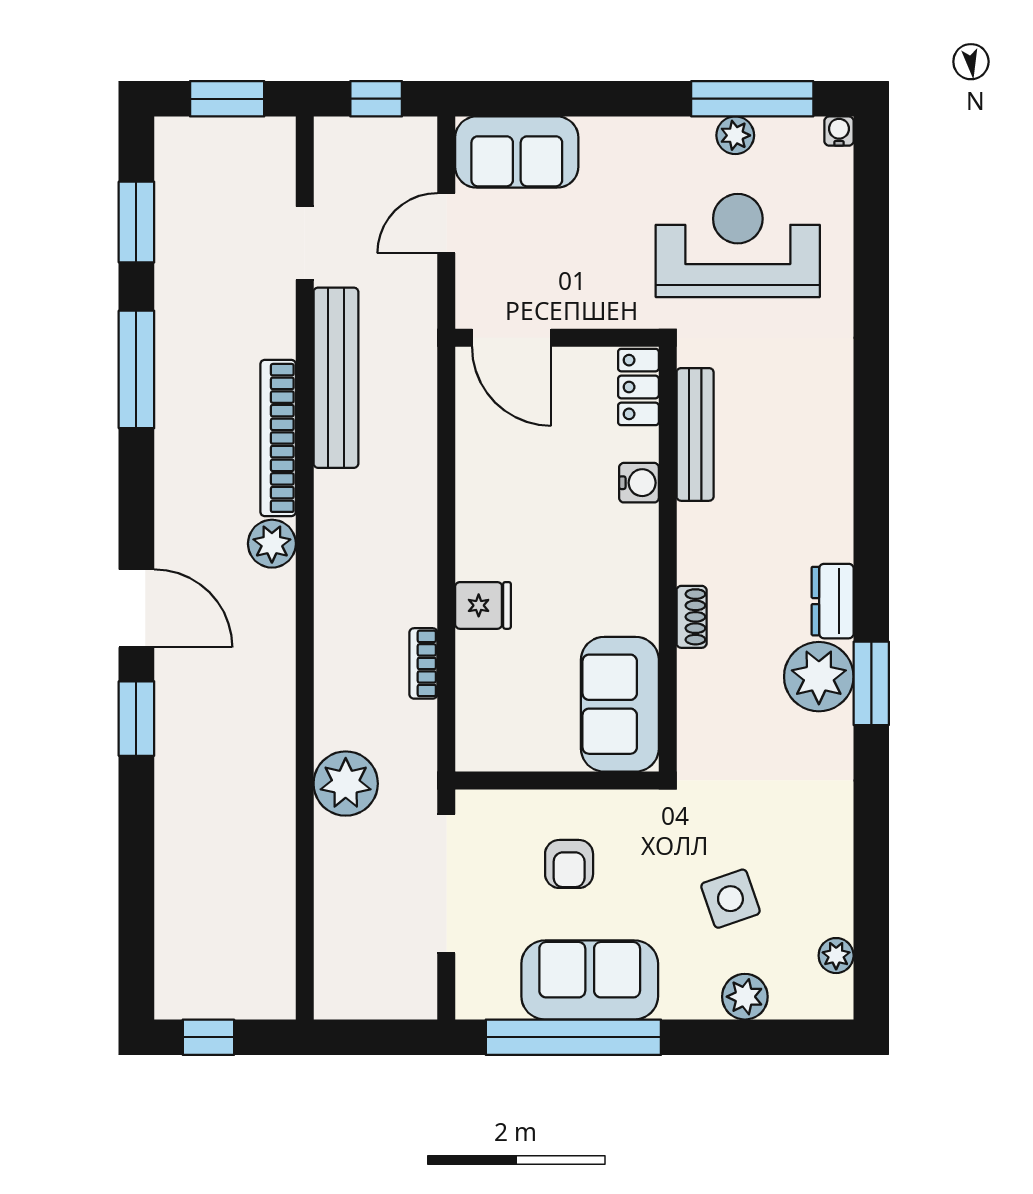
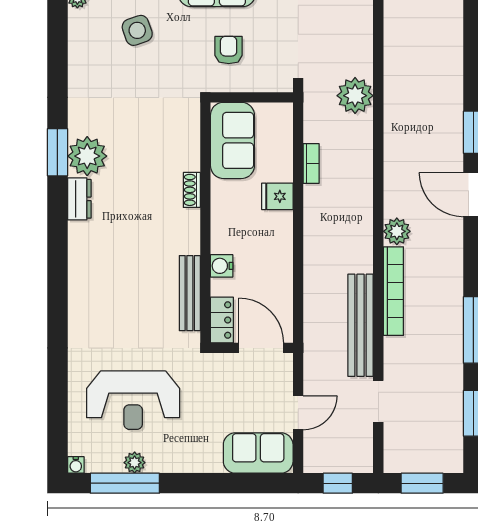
locker: (638, 387) -> (222, 320), moved
bench: (695, 434) -> (190, 293), moved
water cooler: (639, 483) -> (222, 266), moved
wall: (668, 559) -> (205, 223), moved
shoe rack: (692, 617) -> (192, 190), moved
sofa: (620, 704) -> (232, 140), moved

